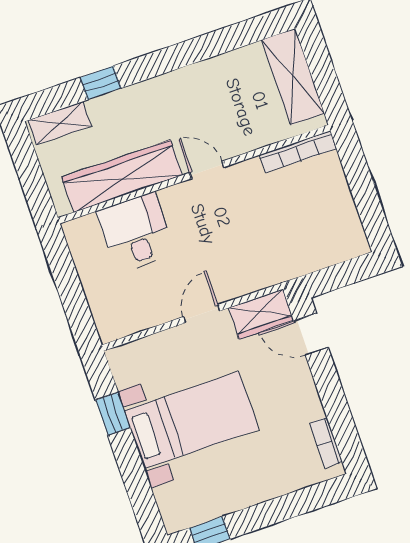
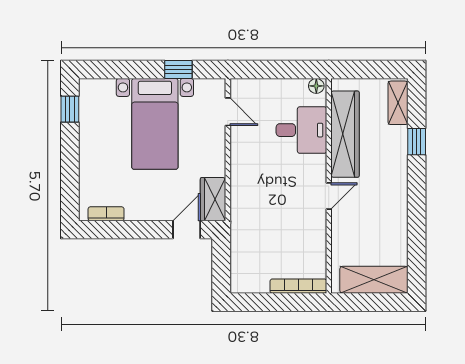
bookcase: (298, 152) -> (298, 286), moved, turned 90
floor lamp: (74, 233) -> (316, 86), added
door: (202, 314) -> (228, 112), moved

